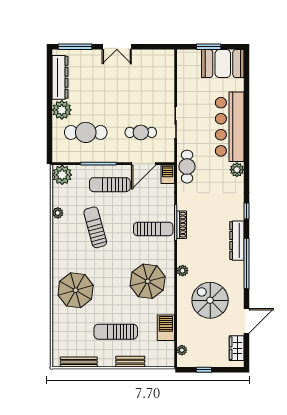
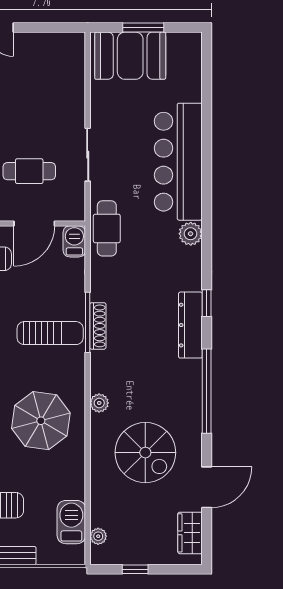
booth: (223, 64) -> (130, 56), moved
dresser: (237, 241) -> (190, 325), moved
spiral stairs: (210, 300) -> (145, 453), turned 180
barbecue: (166, 328) -> (71, 522), moved

